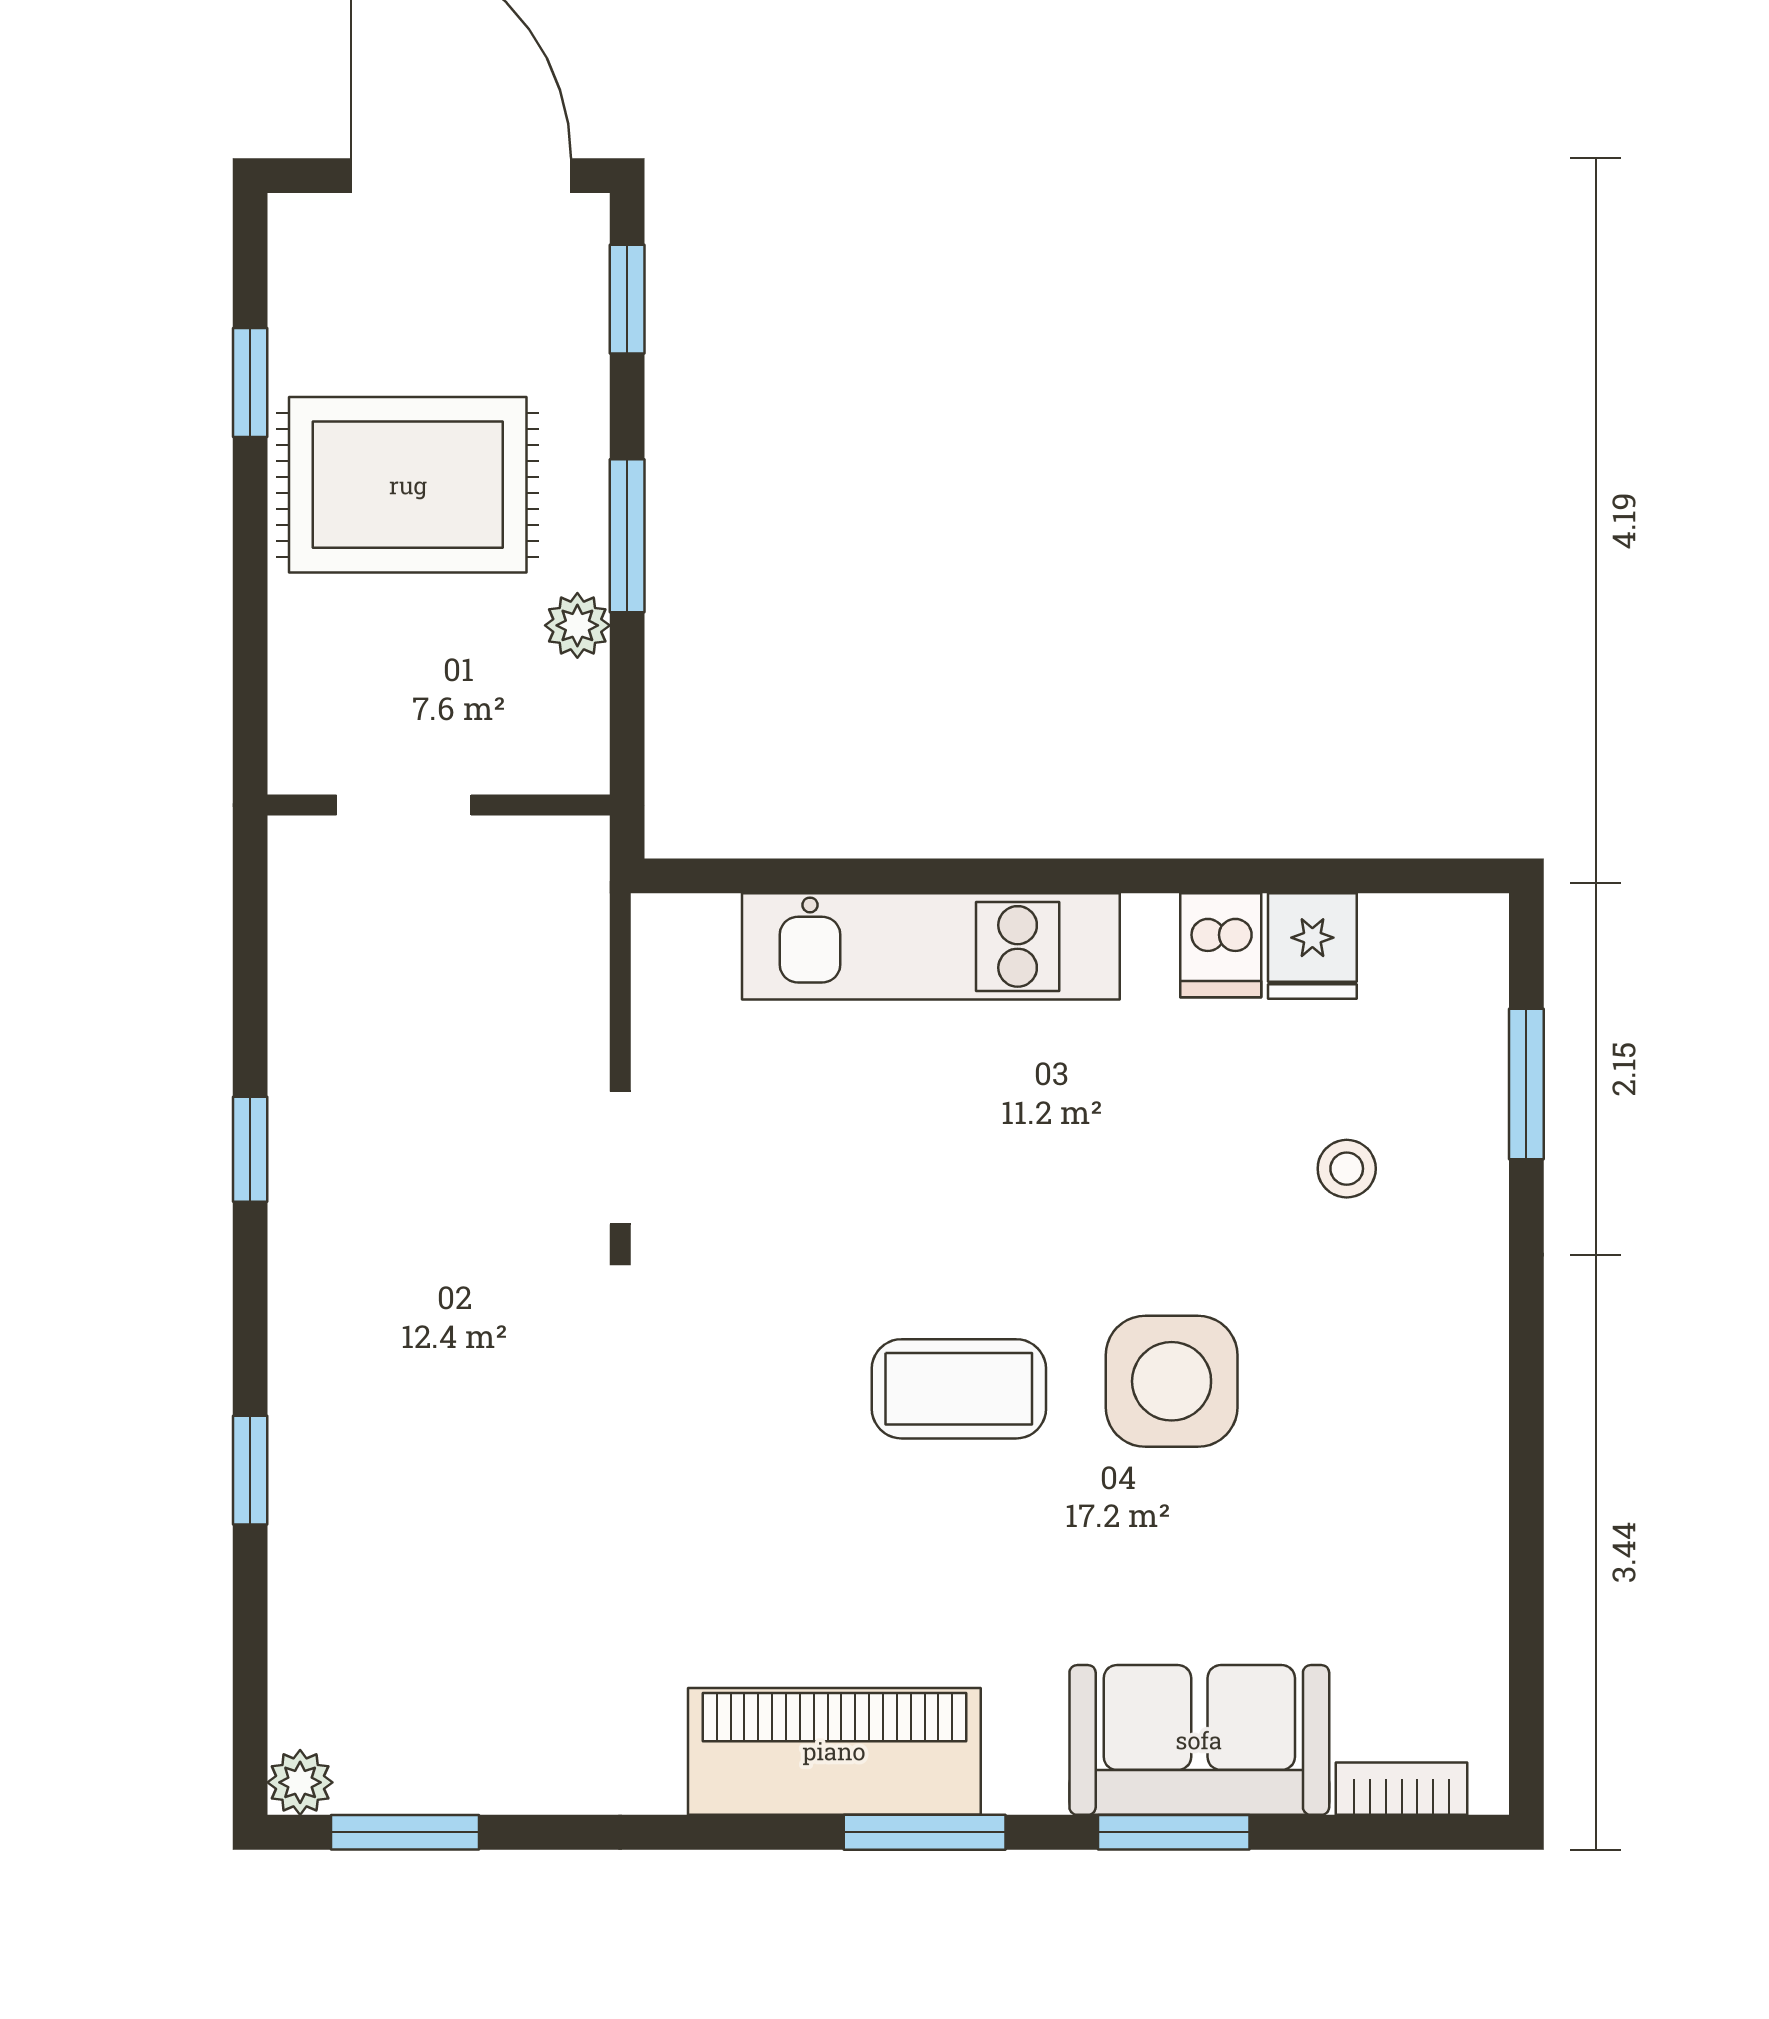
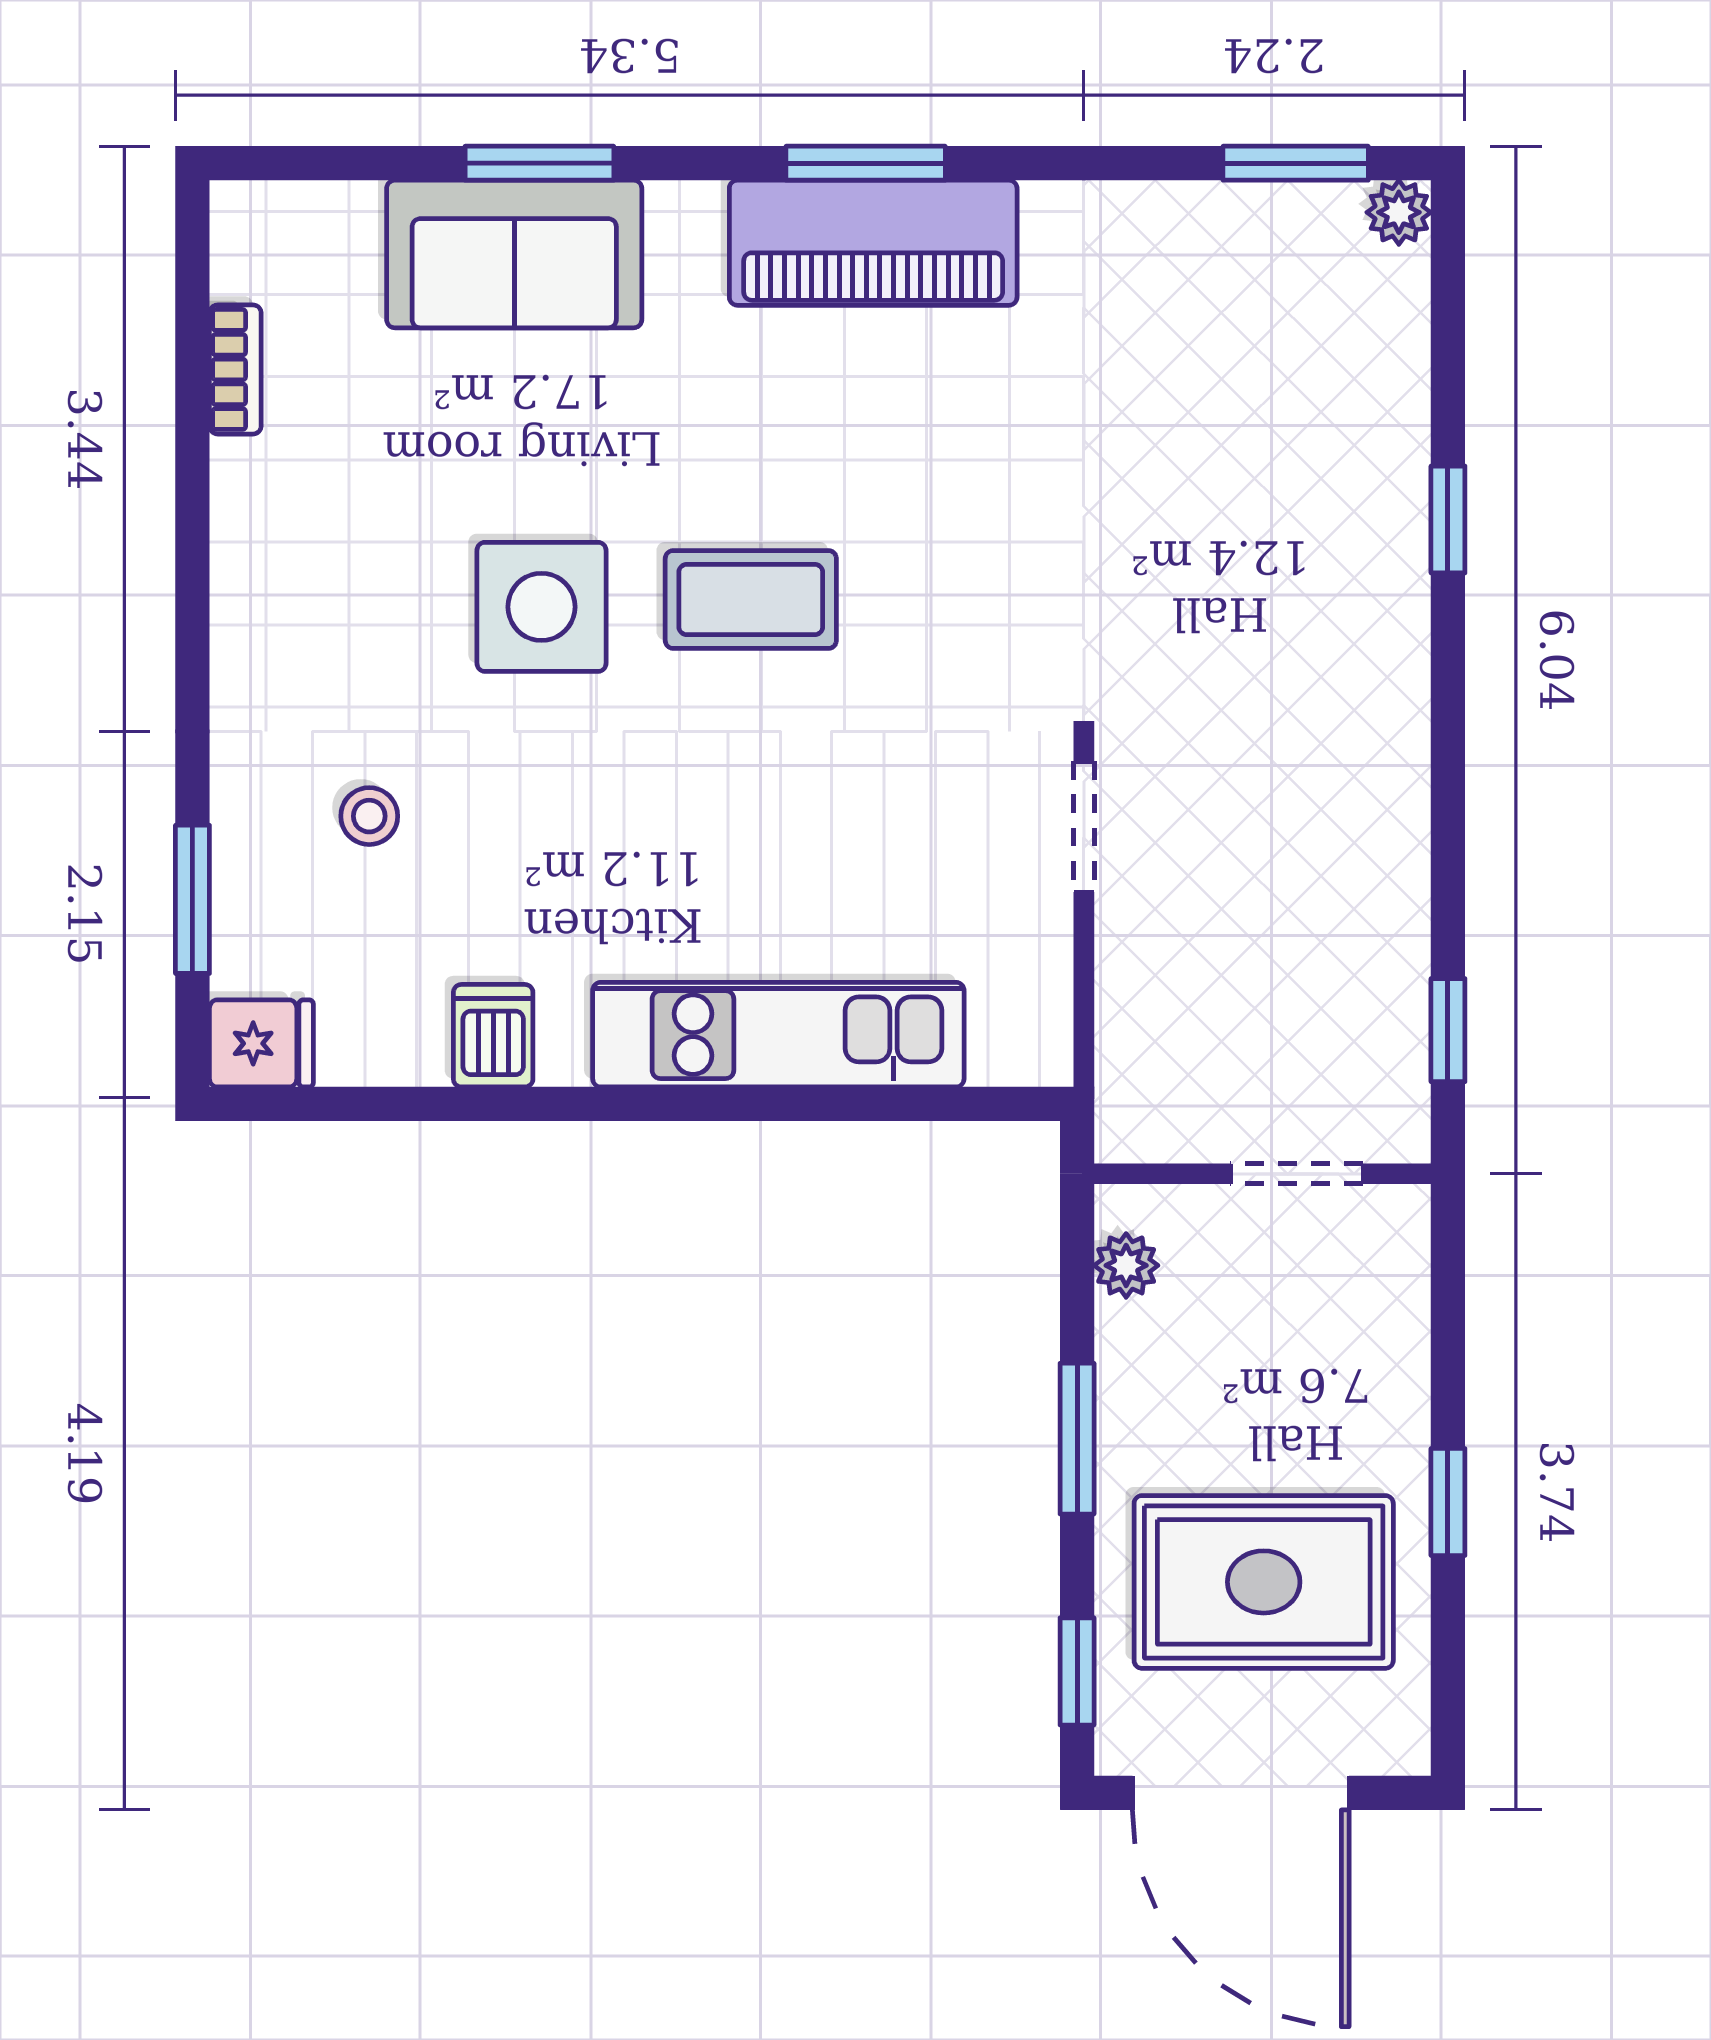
window: (250, 383) -> (1448, 1502), moved
rug: (408, 485) -> (1264, 1582), moved
plant: (577, 625) -> (1126, 1265), moved
fridge: (1312, 946) -> (261, 1043), moved, turned 90
window: (250, 1149) -> (1448, 1030), moved
bookcase: (1402, 1789) -> (235, 369), moved, turned -90
window: (925, 1832) -> (866, 163), moved

